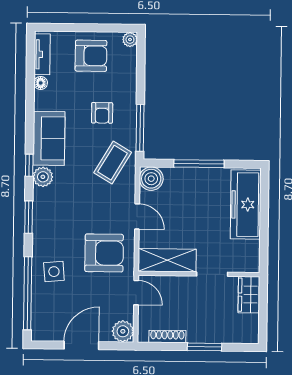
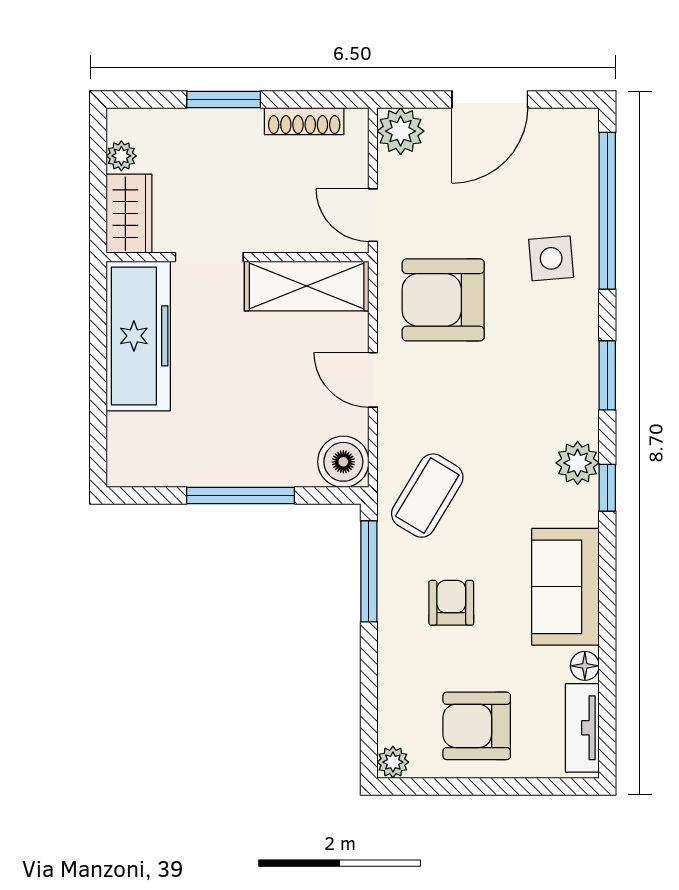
sofa: (49, 138) -> (565, 587), moved
freezer: (246, 205) -> (138, 336), moved
plant: (252, 321) -> (121, 156), added

